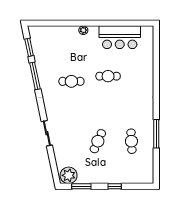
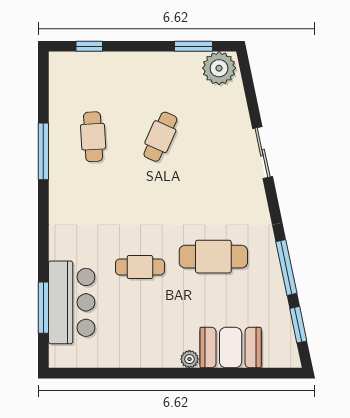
booth: (63, 36) -> (231, 348), added
bar counter: (120, 37) -> (72, 302), moved, turned 90
window: (156, 56) -> (43, 308), added
cafe table: (71, 81) -> (213, 257), width x1.37, depth x1.35
window: (115, 186) -> (89, 46), moved

